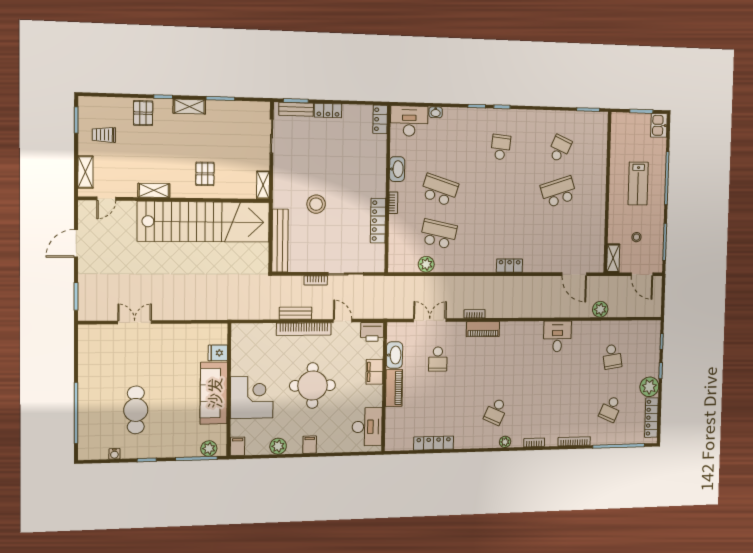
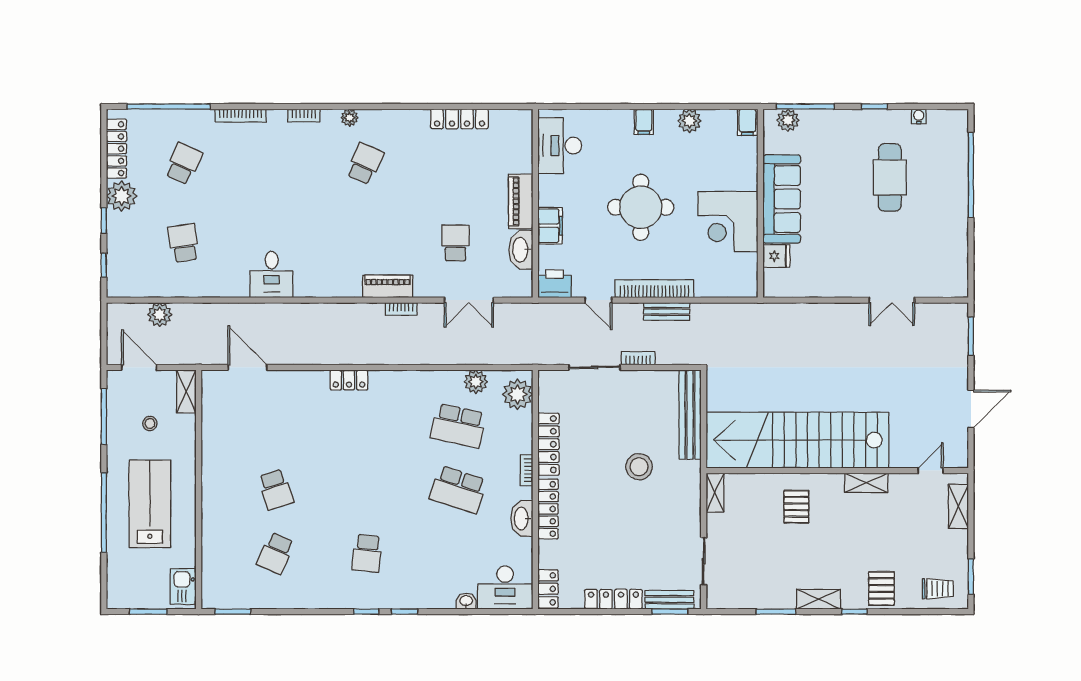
locker: (328, 111) -> (613, 599), width x1.53
kitchen sink: (659, 125) -> (183, 586), moved, turned 180
trolley: (104, 135) -> (938, 589), moved
locker: (379, 175) -> (548, 509), added
lab bench: (638, 183) -> (150, 504), width x1.36, depth x1.39
school desk: (559, 192) -> (276, 489), width x0.54
plant: (398, 255) -> (518, 394), added
plant: (600, 309) -> (160, 315), moved
corner desk: (252, 397) -> (728, 222), moved

